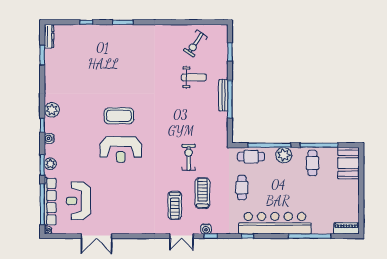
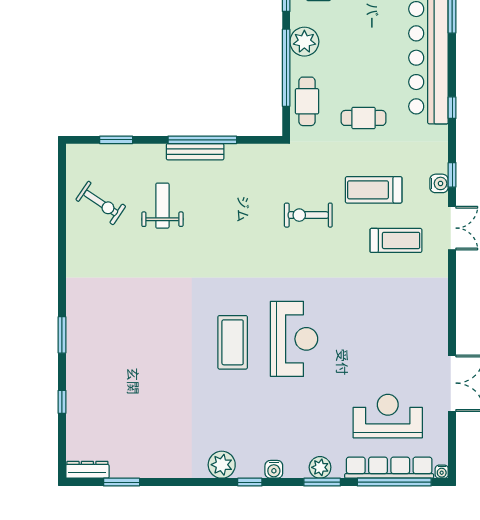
reception desk: (78, 201) -> (388, 416), turned 180

